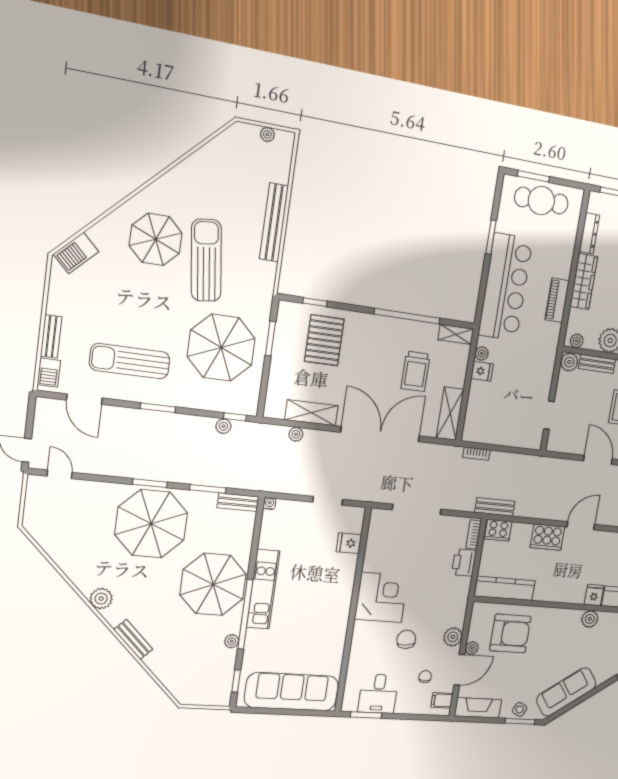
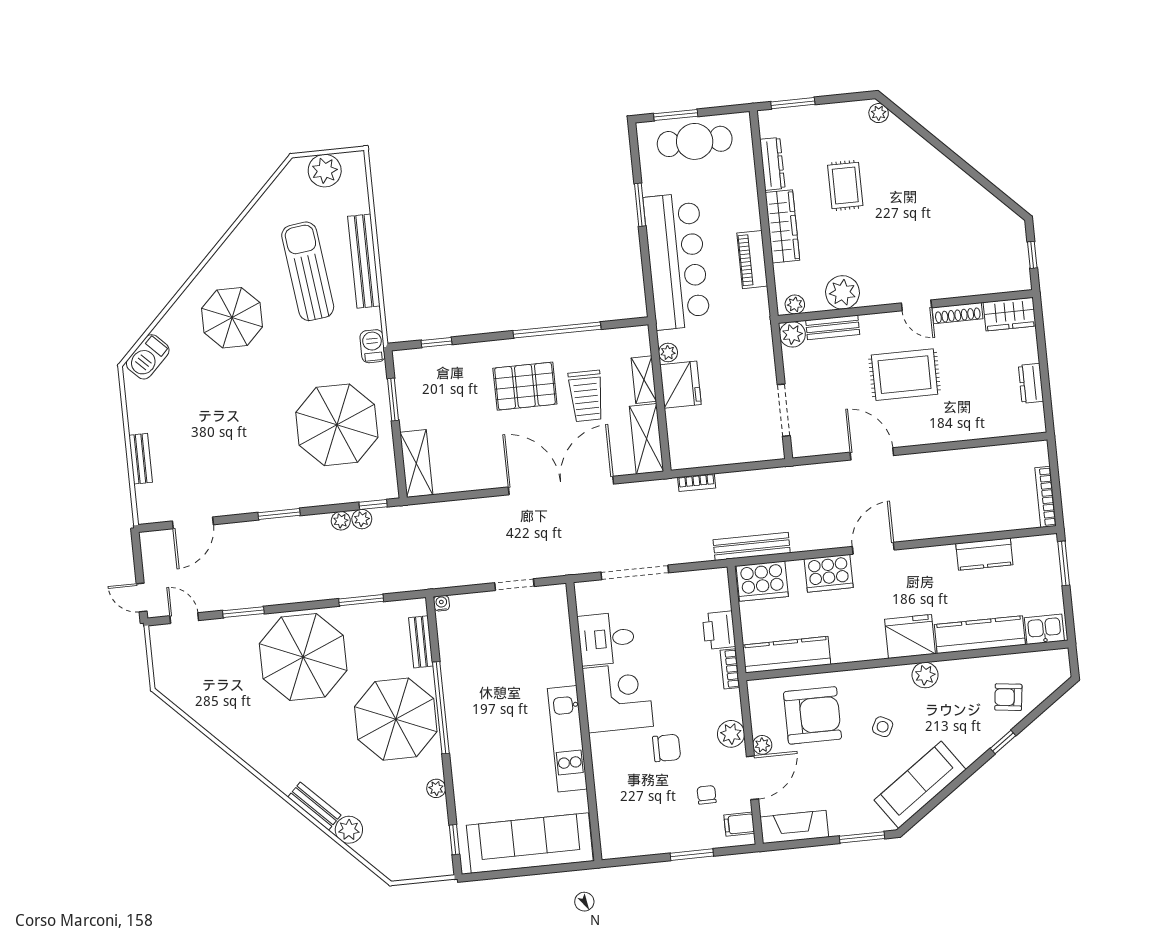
plant: (267, 134) -> (325, 171), width x1.88, depth x1.88
sun lounger: (206, 260) -> (308, 271), moved
shelving: (456, 334) -> (644, 380), moved, turned 90
pallet: (324, 340) -> (525, 386), moved, turned 90
sun lounger: (130, 361) -> (234, 466), removed
fridge: (482, 371) -> (680, 385), width x1.88, depth x1.34
barbecue: (49, 373) -> (373, 346), moved, turned 180
door: (84, 399) -> (193, 523), hinge flipped
shelving: (312, 413) -> (416, 464), moved, turned 90
doorway: (549, 415) -> (784, 410), width x1.38
plant: (296, 434) -> (341, 521), moved
window: (150, 483) -> (243, 612), moved
bench: (238, 502) -> (421, 642), moved, turned 90
bench: (495, 507) -> (752, 546), width x1.36
cooker: (498, 530) -> (762, 581), width x1.37, depth x1.31
bookcase: (474, 534) -> (730, 669), moved
fridge: (349, 543) -> (556, 634), removed
kitchen unit: (263, 589) -> (567, 739), moved, turned 180
fridge: (594, 595) -> (910, 637), width x1.88, depth x1.34
plant: (101, 599) -> (349, 830), moved
window: (245, 614) -> (441, 708), moved
chair: (406, 639) -> (667, 748), turned 96
desk: (378, 694) -> (606, 639), moved, turned 90
side table: (520, 709) -> (883, 727), moved
window: (366, 715) -> (692, 855), moved

